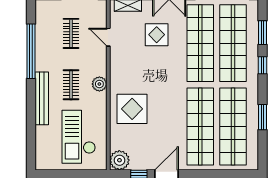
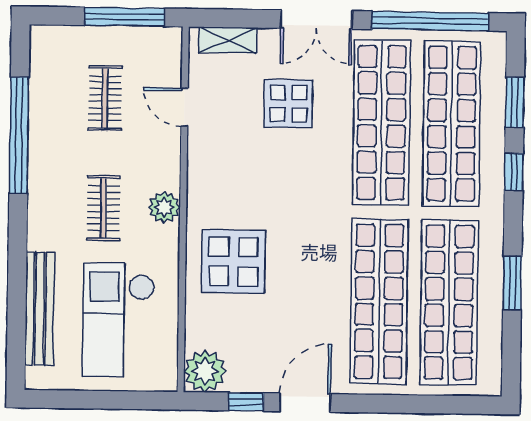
bench: (42, 98) -> (40, 309), moved

